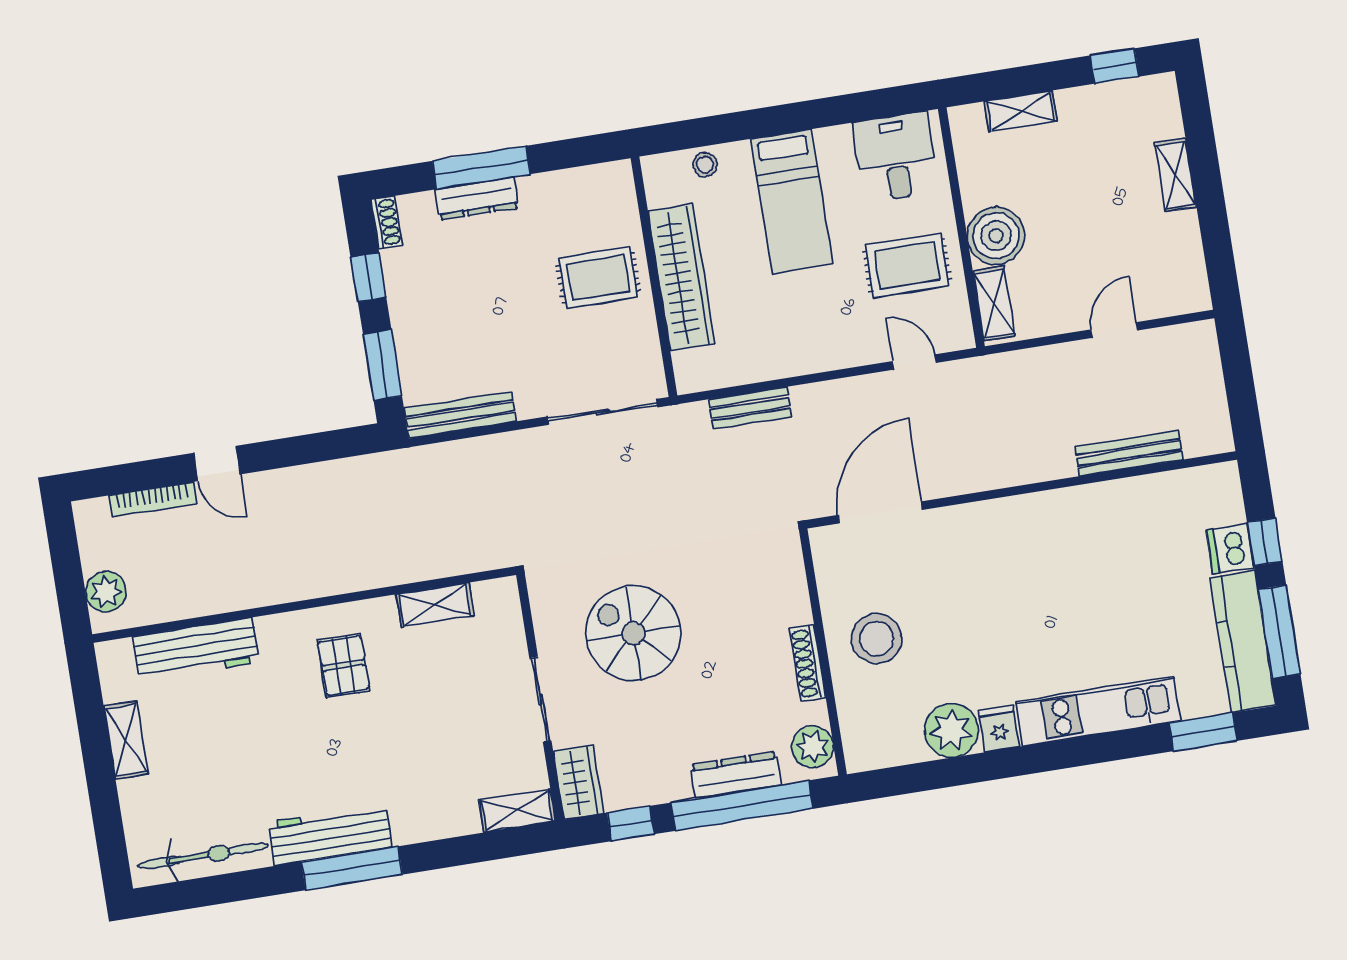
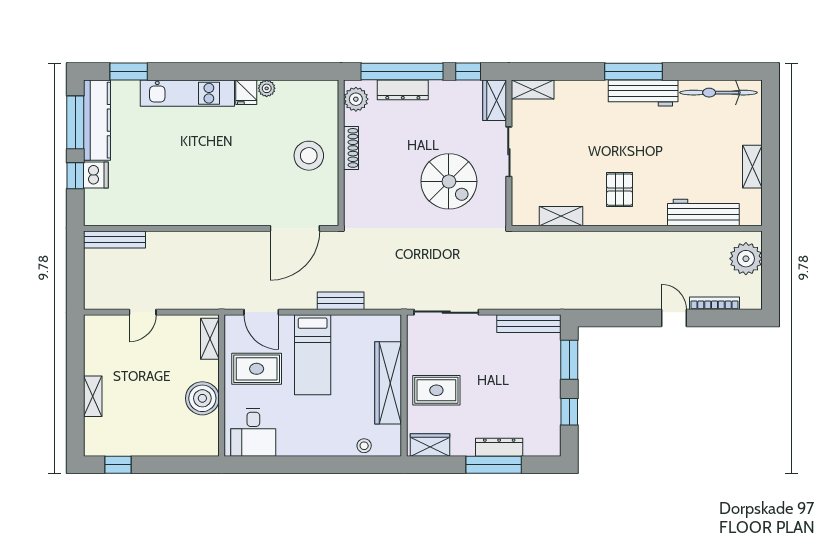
shelving: (1021, 111) -> (177, 447), removed
wardrobe: (594, 184) -> (430, 445), added
bed: (792, 202) -> (313, 355), moved, turned 180
shoe rack: (386, 222) -> (554, 442), removed
boiler: (996, 236) -> (202, 398), moved
door: (914, 362) -> (261, 312), width x1.38
bench: (750, 408) -> (341, 301), moved
bench: (1129, 453) -> (114, 240), moved
plant: (106, 592) -> (746, 259), width x1.36, depth x1.36
plant: (951, 730) -> (267, 88), width x0.53, depth x0.53

